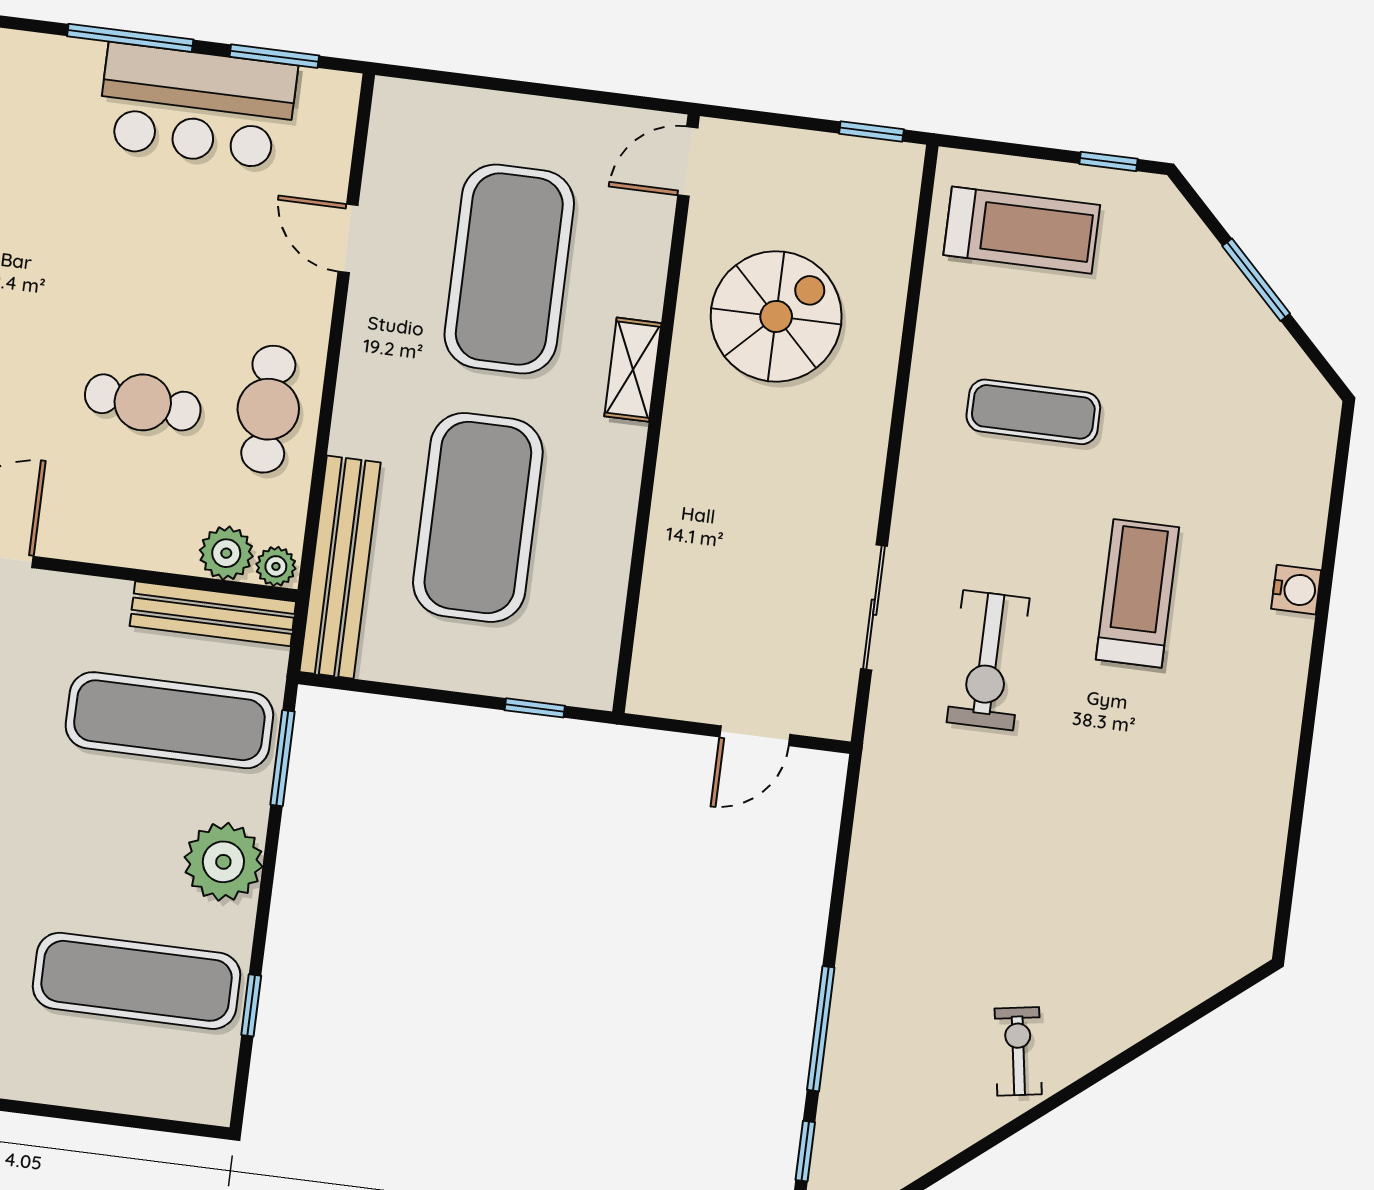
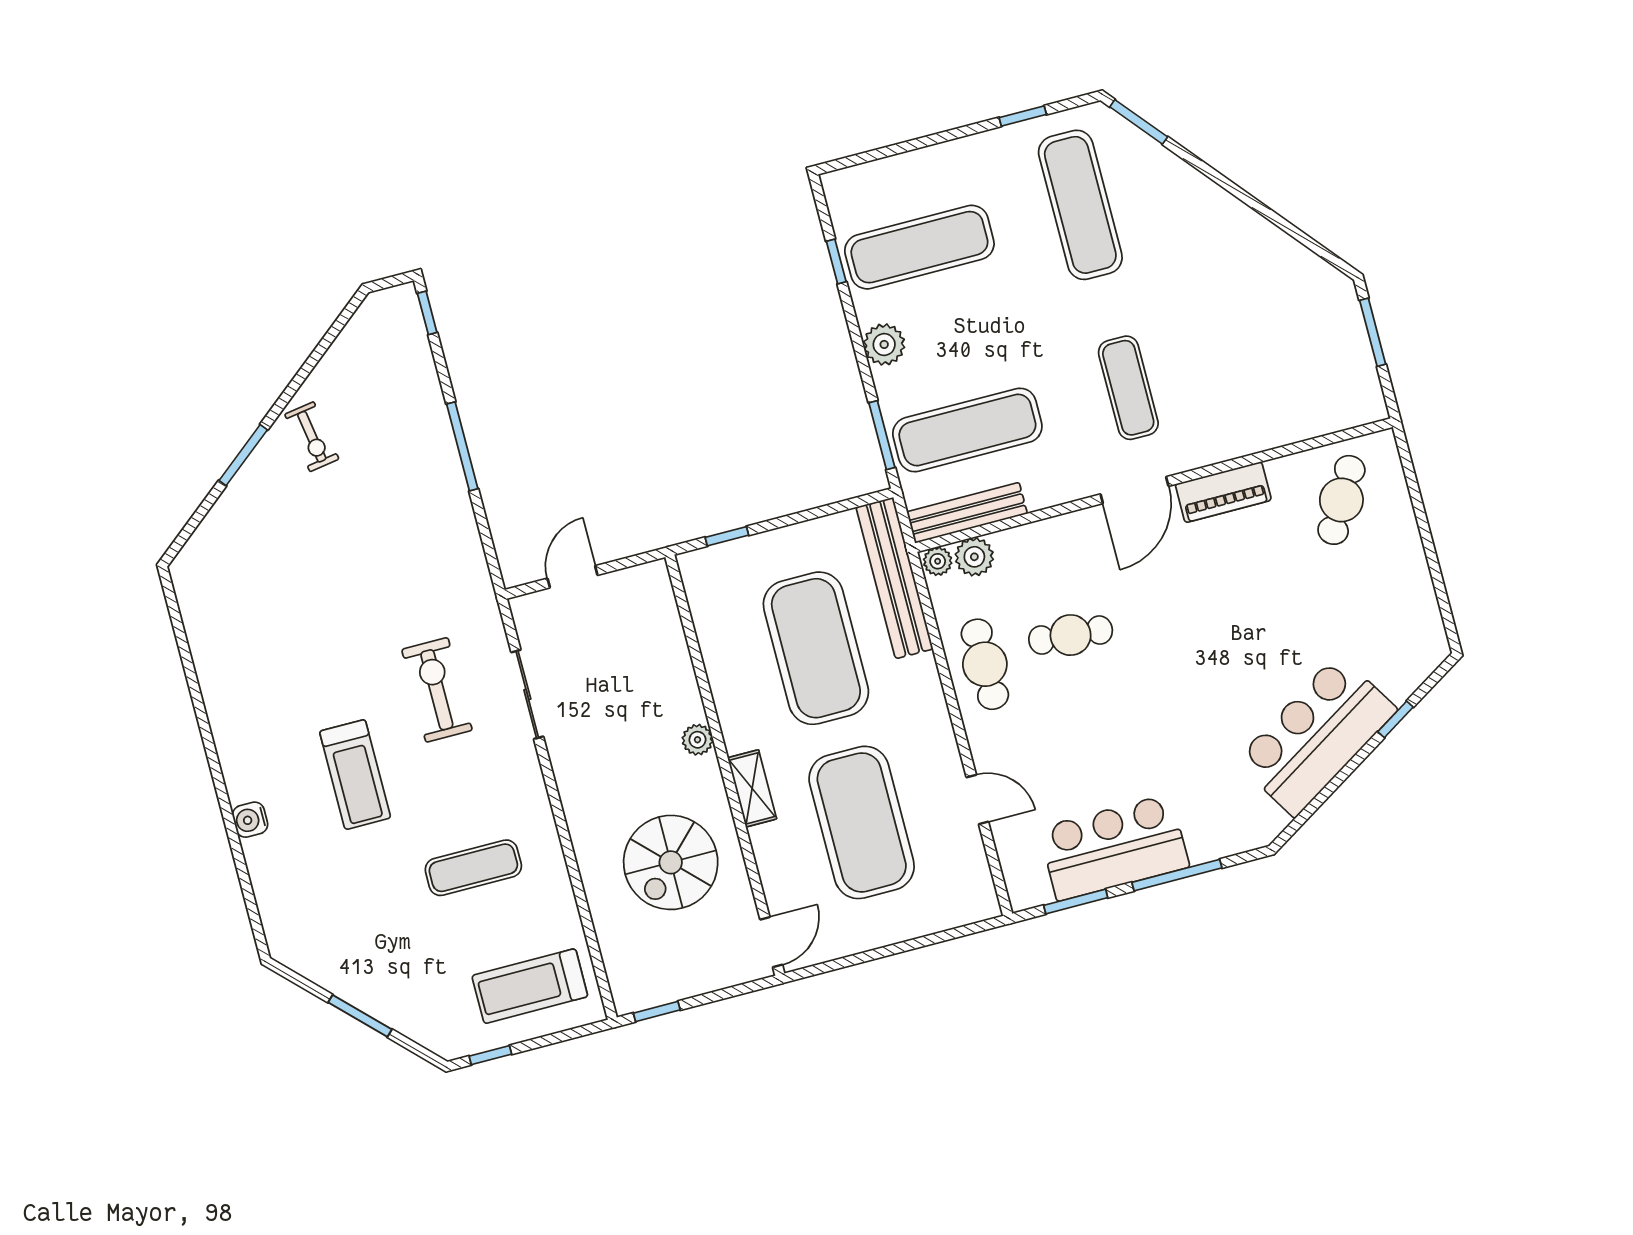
plant: (678, 461) -> (697, 740), added
plant: (223, 862) -> (884, 344), width x0.73, depth x0.73
window: (821, 1029) -> (462, 446), moved
window: (1116, 1063) -> (243, 455), added

